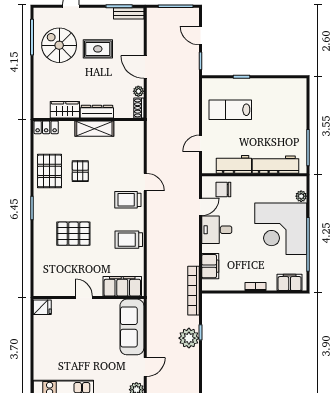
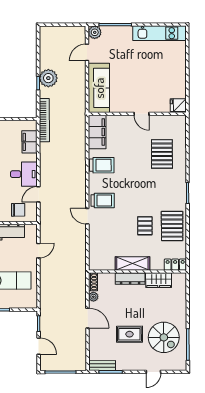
pallet: (73, 234) -> (162, 154), moved, turned 90
filing cabinet: (122, 286) -> (97, 132), moved, turned -90

